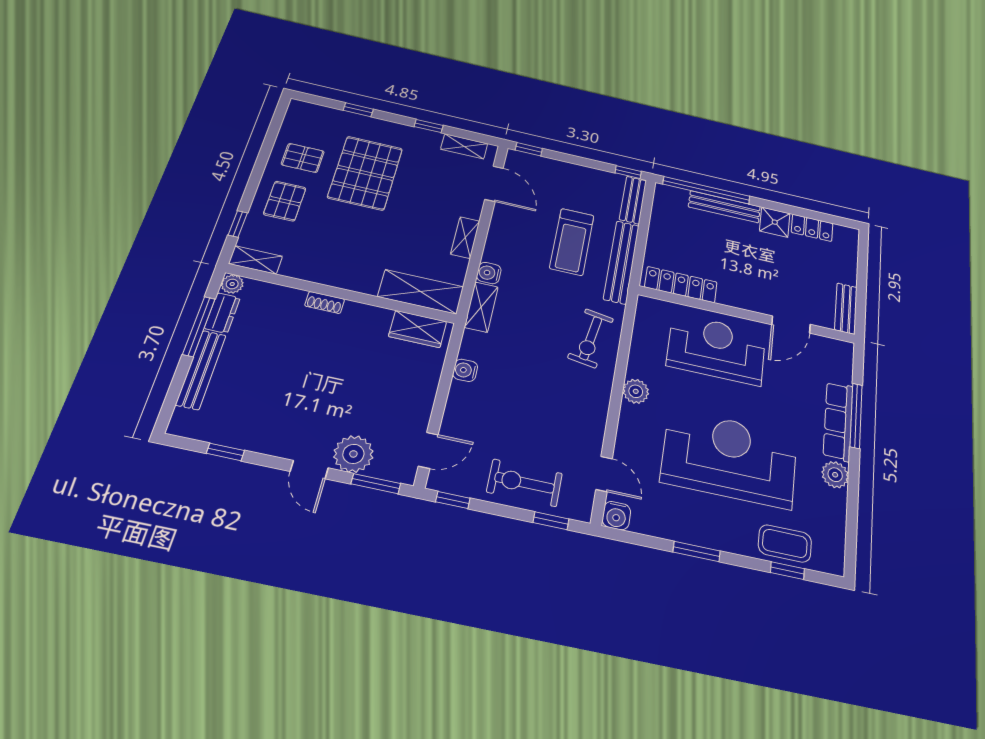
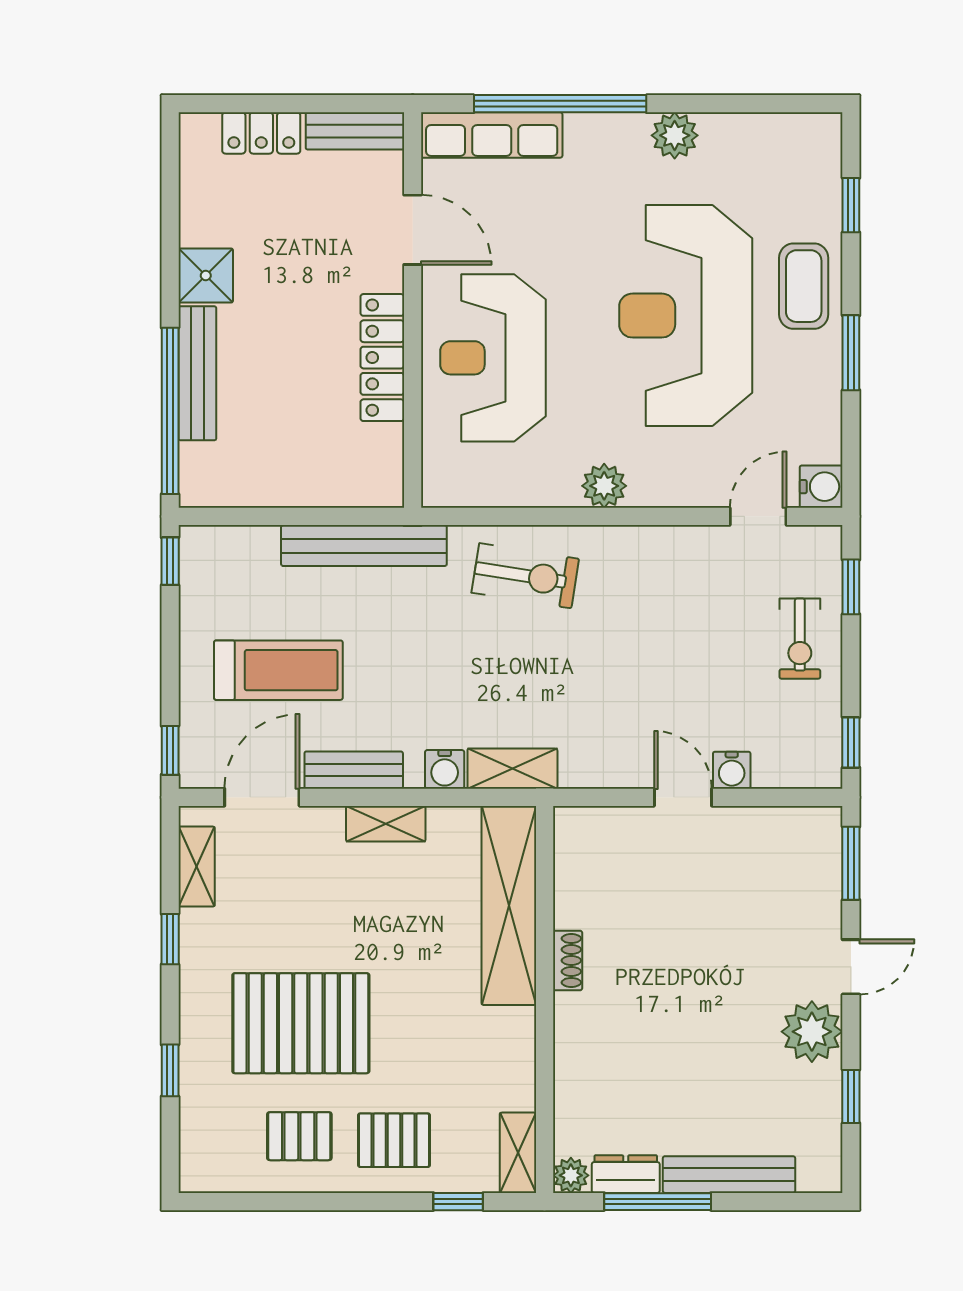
pallet: (303, 158) -> (299, 1136), turned 90
bench: (633, 200) -> (354, 770), moved
locker: (812, 228) -> (261, 133), moved, turned 90
treadmill: (572, 242) -> (278, 670), moved
locker: (681, 285) -> (382, 358), moved
shelving: (421, 292) -> (509, 905), width x1.47
shoe rack: (325, 303) -> (568, 961), moved
wardrobe: (418, 329) -> (578, 863), removed
water cooler: (465, 370) -> (732, 770), moved
window: (856, 416) -> (560, 104), width x1.46
row of seats: (838, 421) -> (492, 135), moved
door: (428, 450) -> (683, 797), moved
plant: (353, 454) -> (812, 1032), moved
exercise bike: (525, 483) -> (800, 639), width x0.73, depth x0.72
coffee table: (785, 543) -> (804, 286), moved

